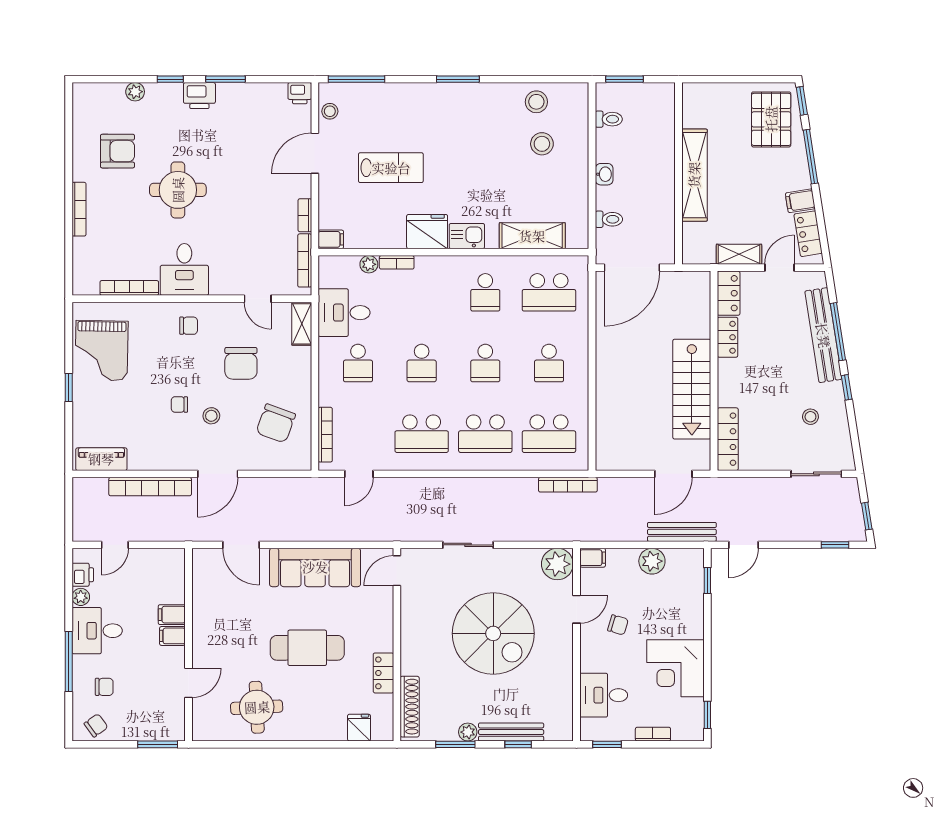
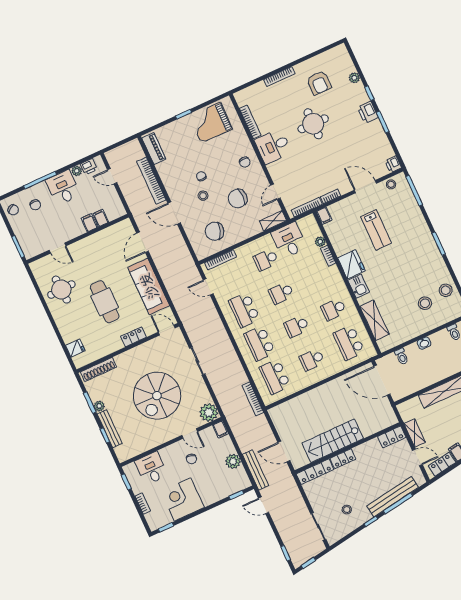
locker: (728, 337) -> (343, 459), moved
filing cabinet: (172, 636) -> (101, 218), moved
locker: (383, 673) -> (133, 337), moved

